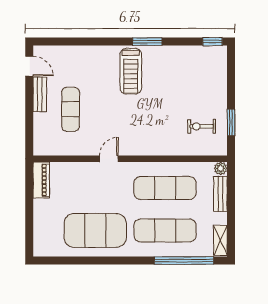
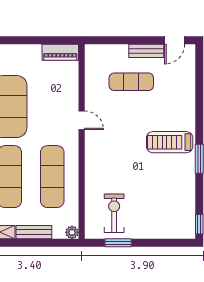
exercise bike: (202, 126) -> (114, 213), width x1.38, depth x1.39
bench: (220, 194) -> (34, 232), moved

